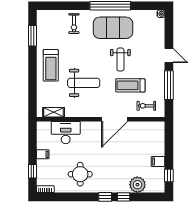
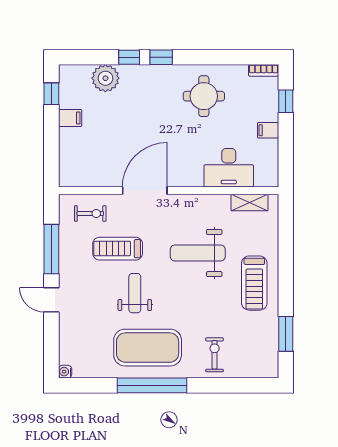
treadmill: (51, 65) -> (254, 283), turned 180
treadmill: (130, 85) -> (118, 249), turned 180

